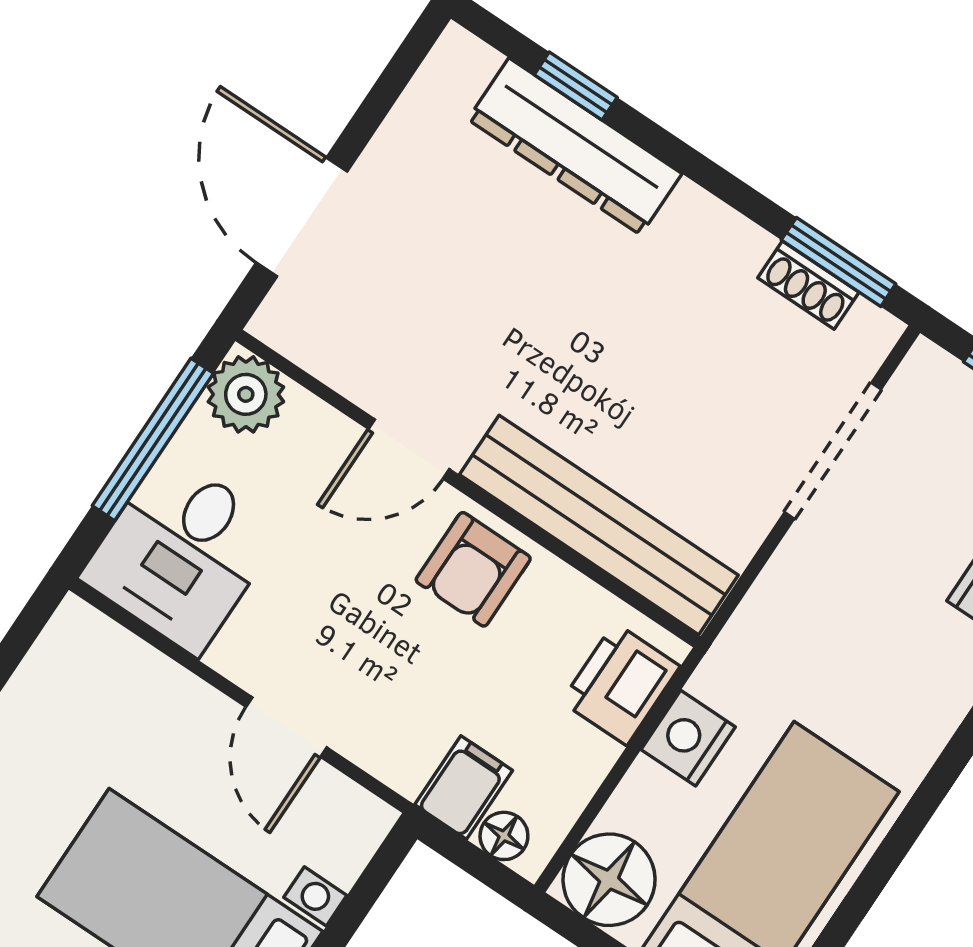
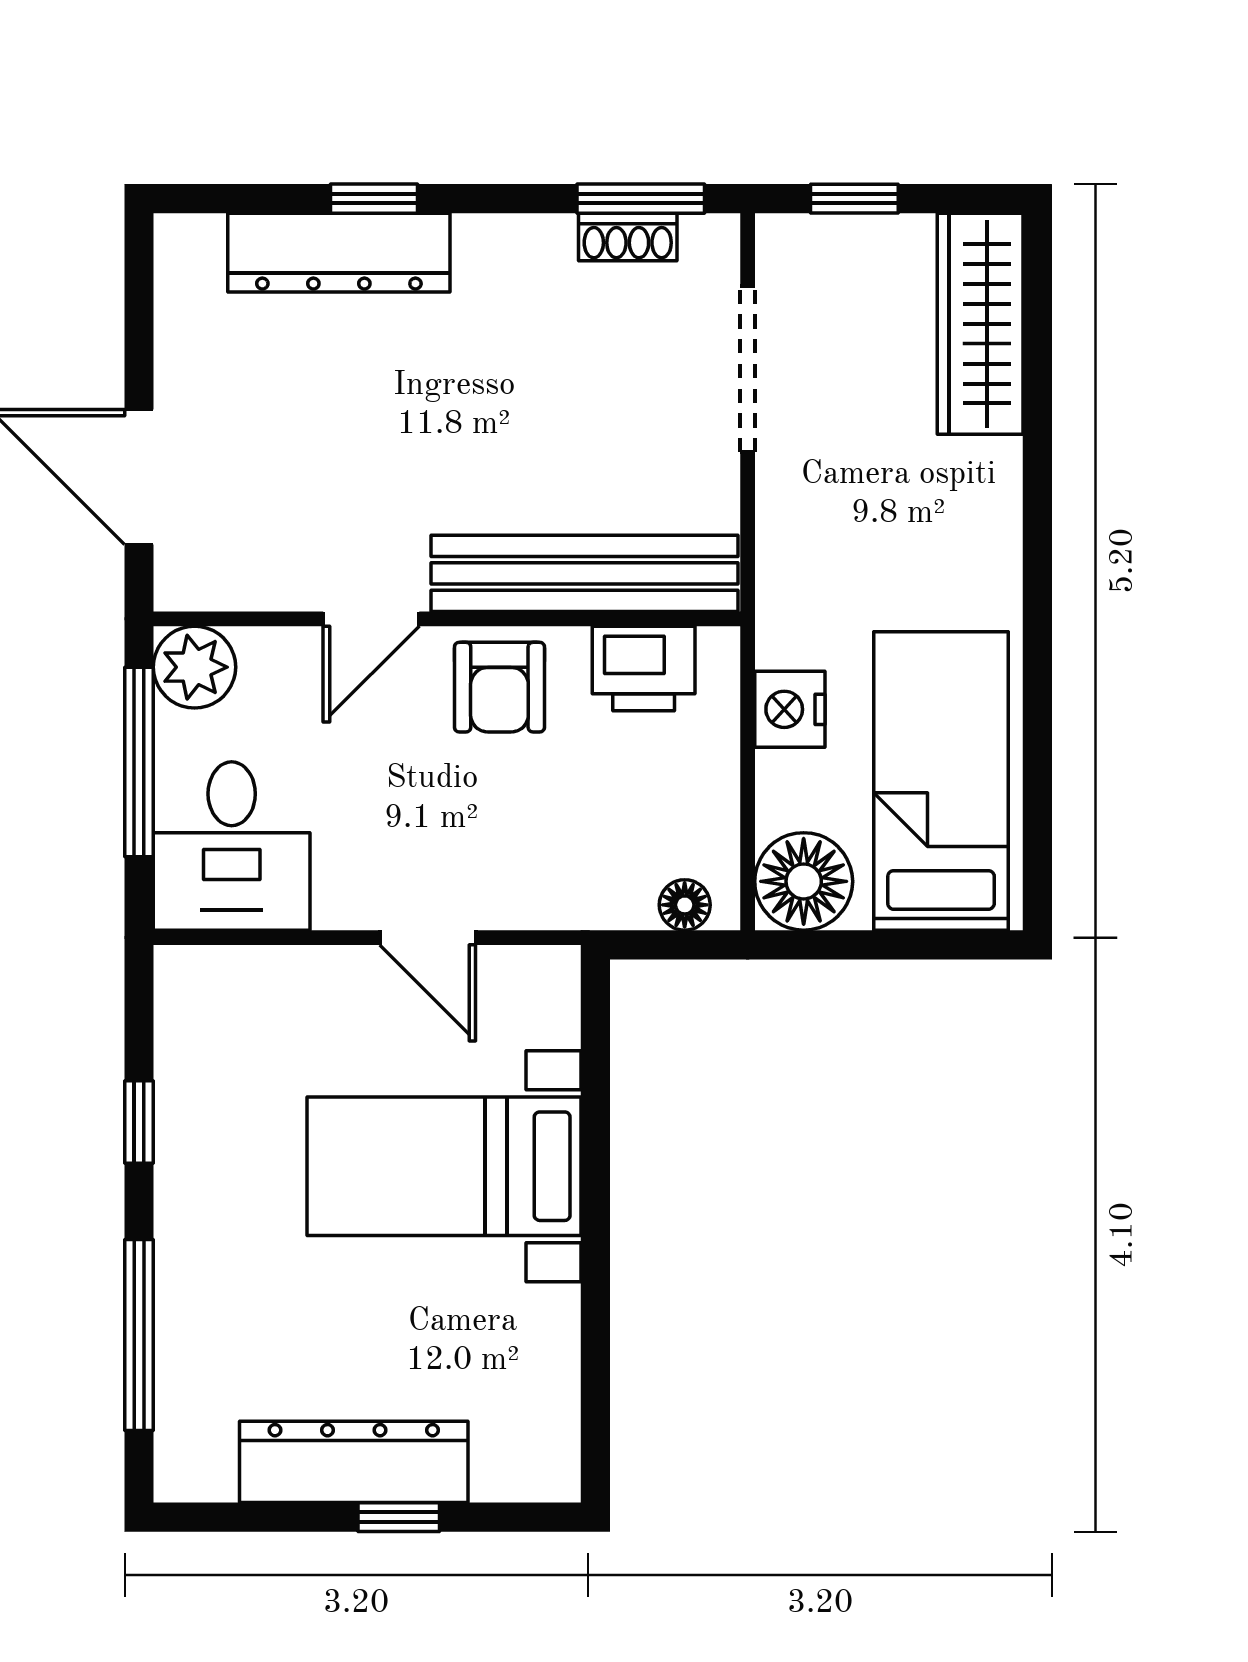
window: (576, 86) -> (374, 199), moved
printer: (621, 684) -> (644, 668), moved, turned -90
filing cabinet: (464, 788) -> (620, 886), removed

